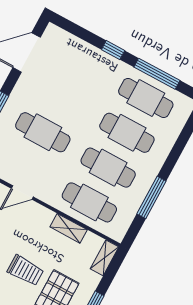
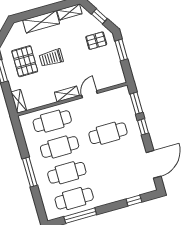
window: (113, 50) -> (134, 200), moved
window: (151, 197) -> (30, 172), moved
shelving: (69, 228) -> (67, 94), moved

